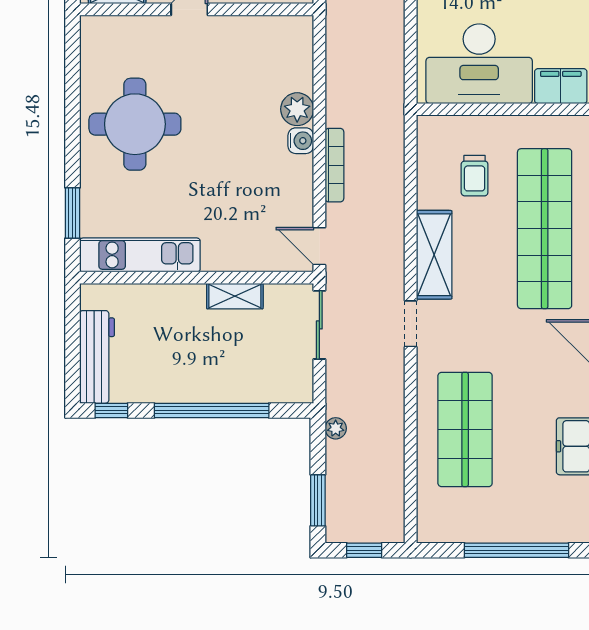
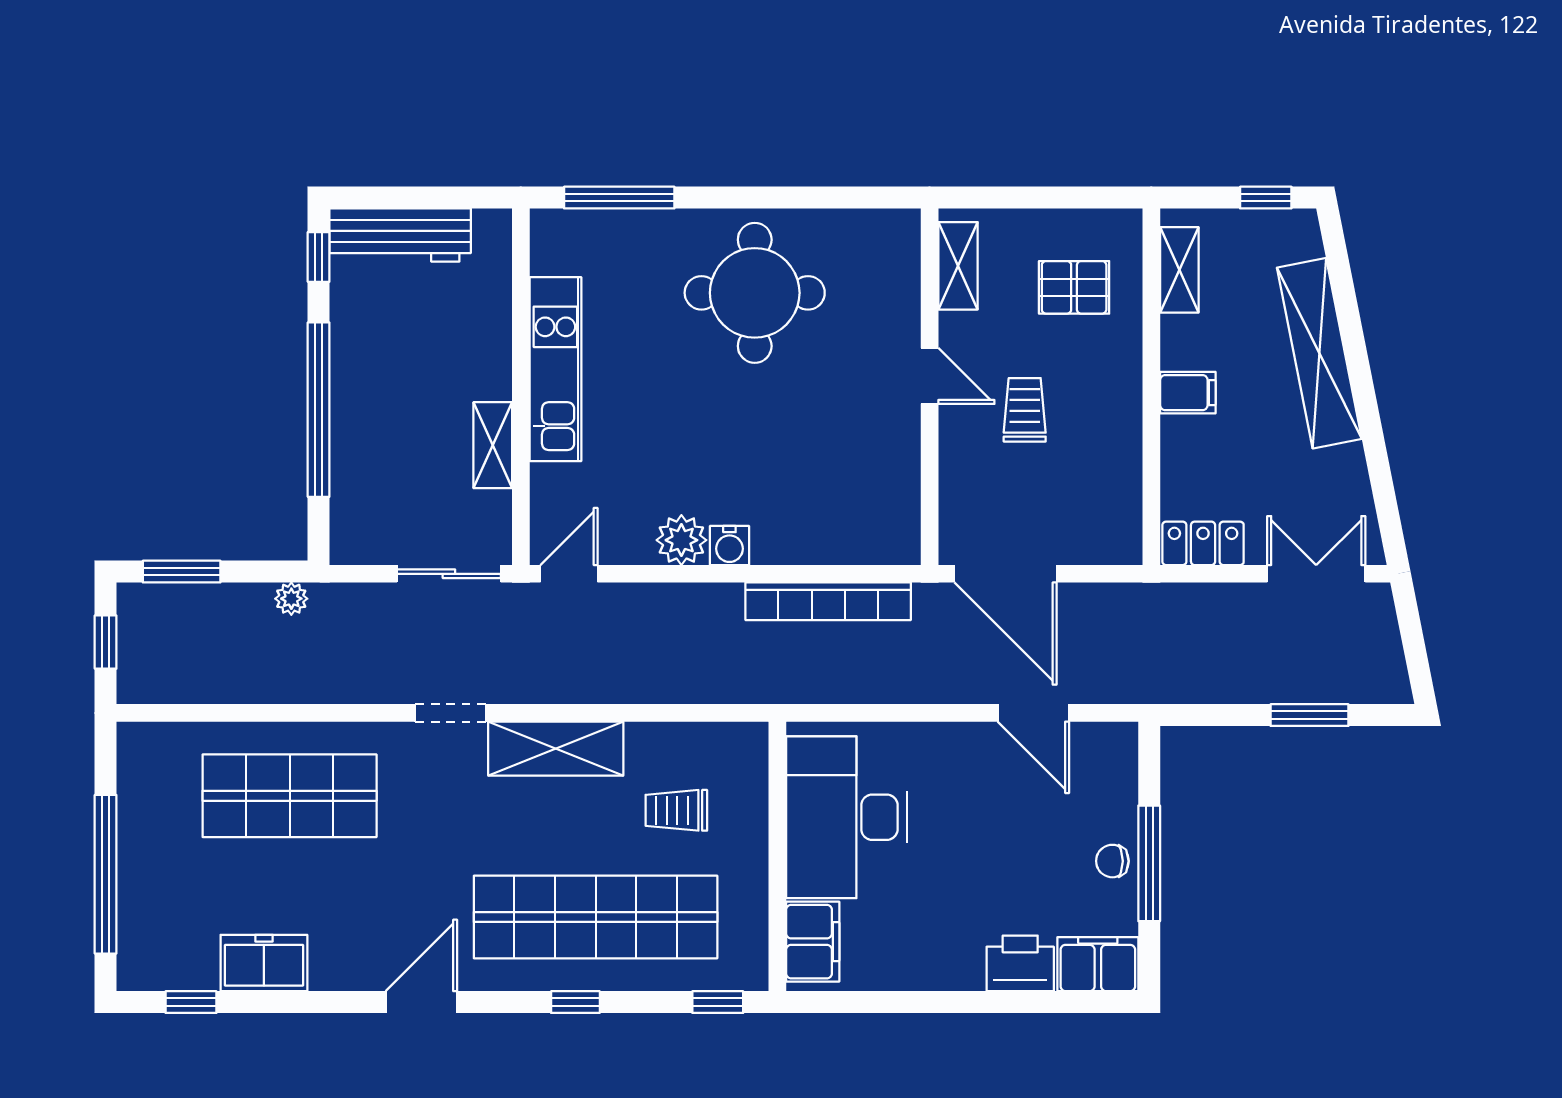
plant: (297, 109) -> (681, 540), moved
bookcase: (334, 165) -> (828, 601), moved, width x1.48, depth x1.31
window: (72, 213) -> (619, 198), width x1.44
kitchen unit: (140, 255) -> (555, 369), moved

